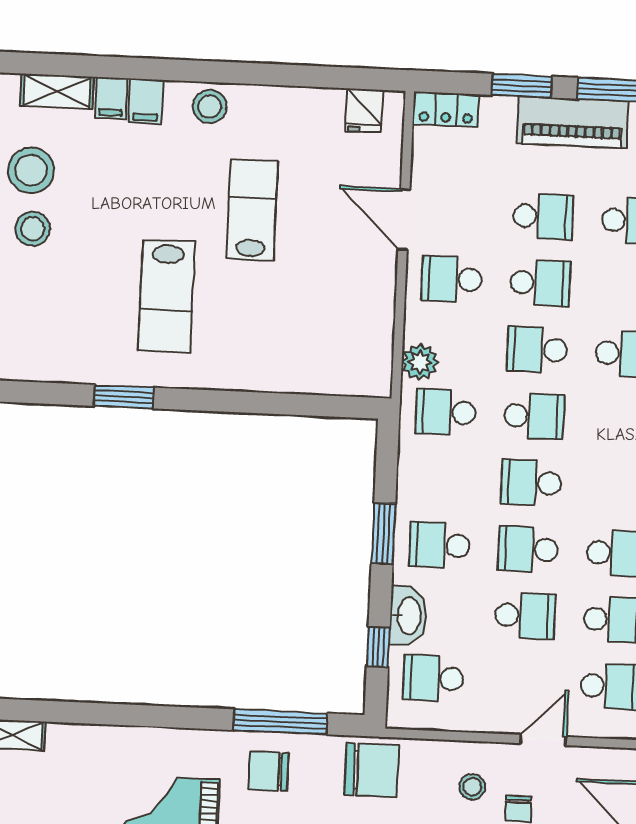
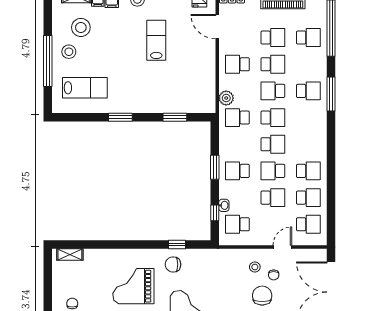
stool: (31, 170) -> (81, 27), moved
door: (404, 219) -> (217, 27), moved
lab bench: (166, 296) -> (85, 88), moved, turned -90
window: (124, 397) -> (120, 117), moved
window: (290, 404) -> (175, 117), added
school desk: (531, 483) -> (273, 144), turned 180
washbasin: (408, 616) -> (224, 205), width x0.52, depth x0.69
window: (280, 722) -> (177, 244), width x0.46
chair: (372, 770) -> (214, 262), removed

